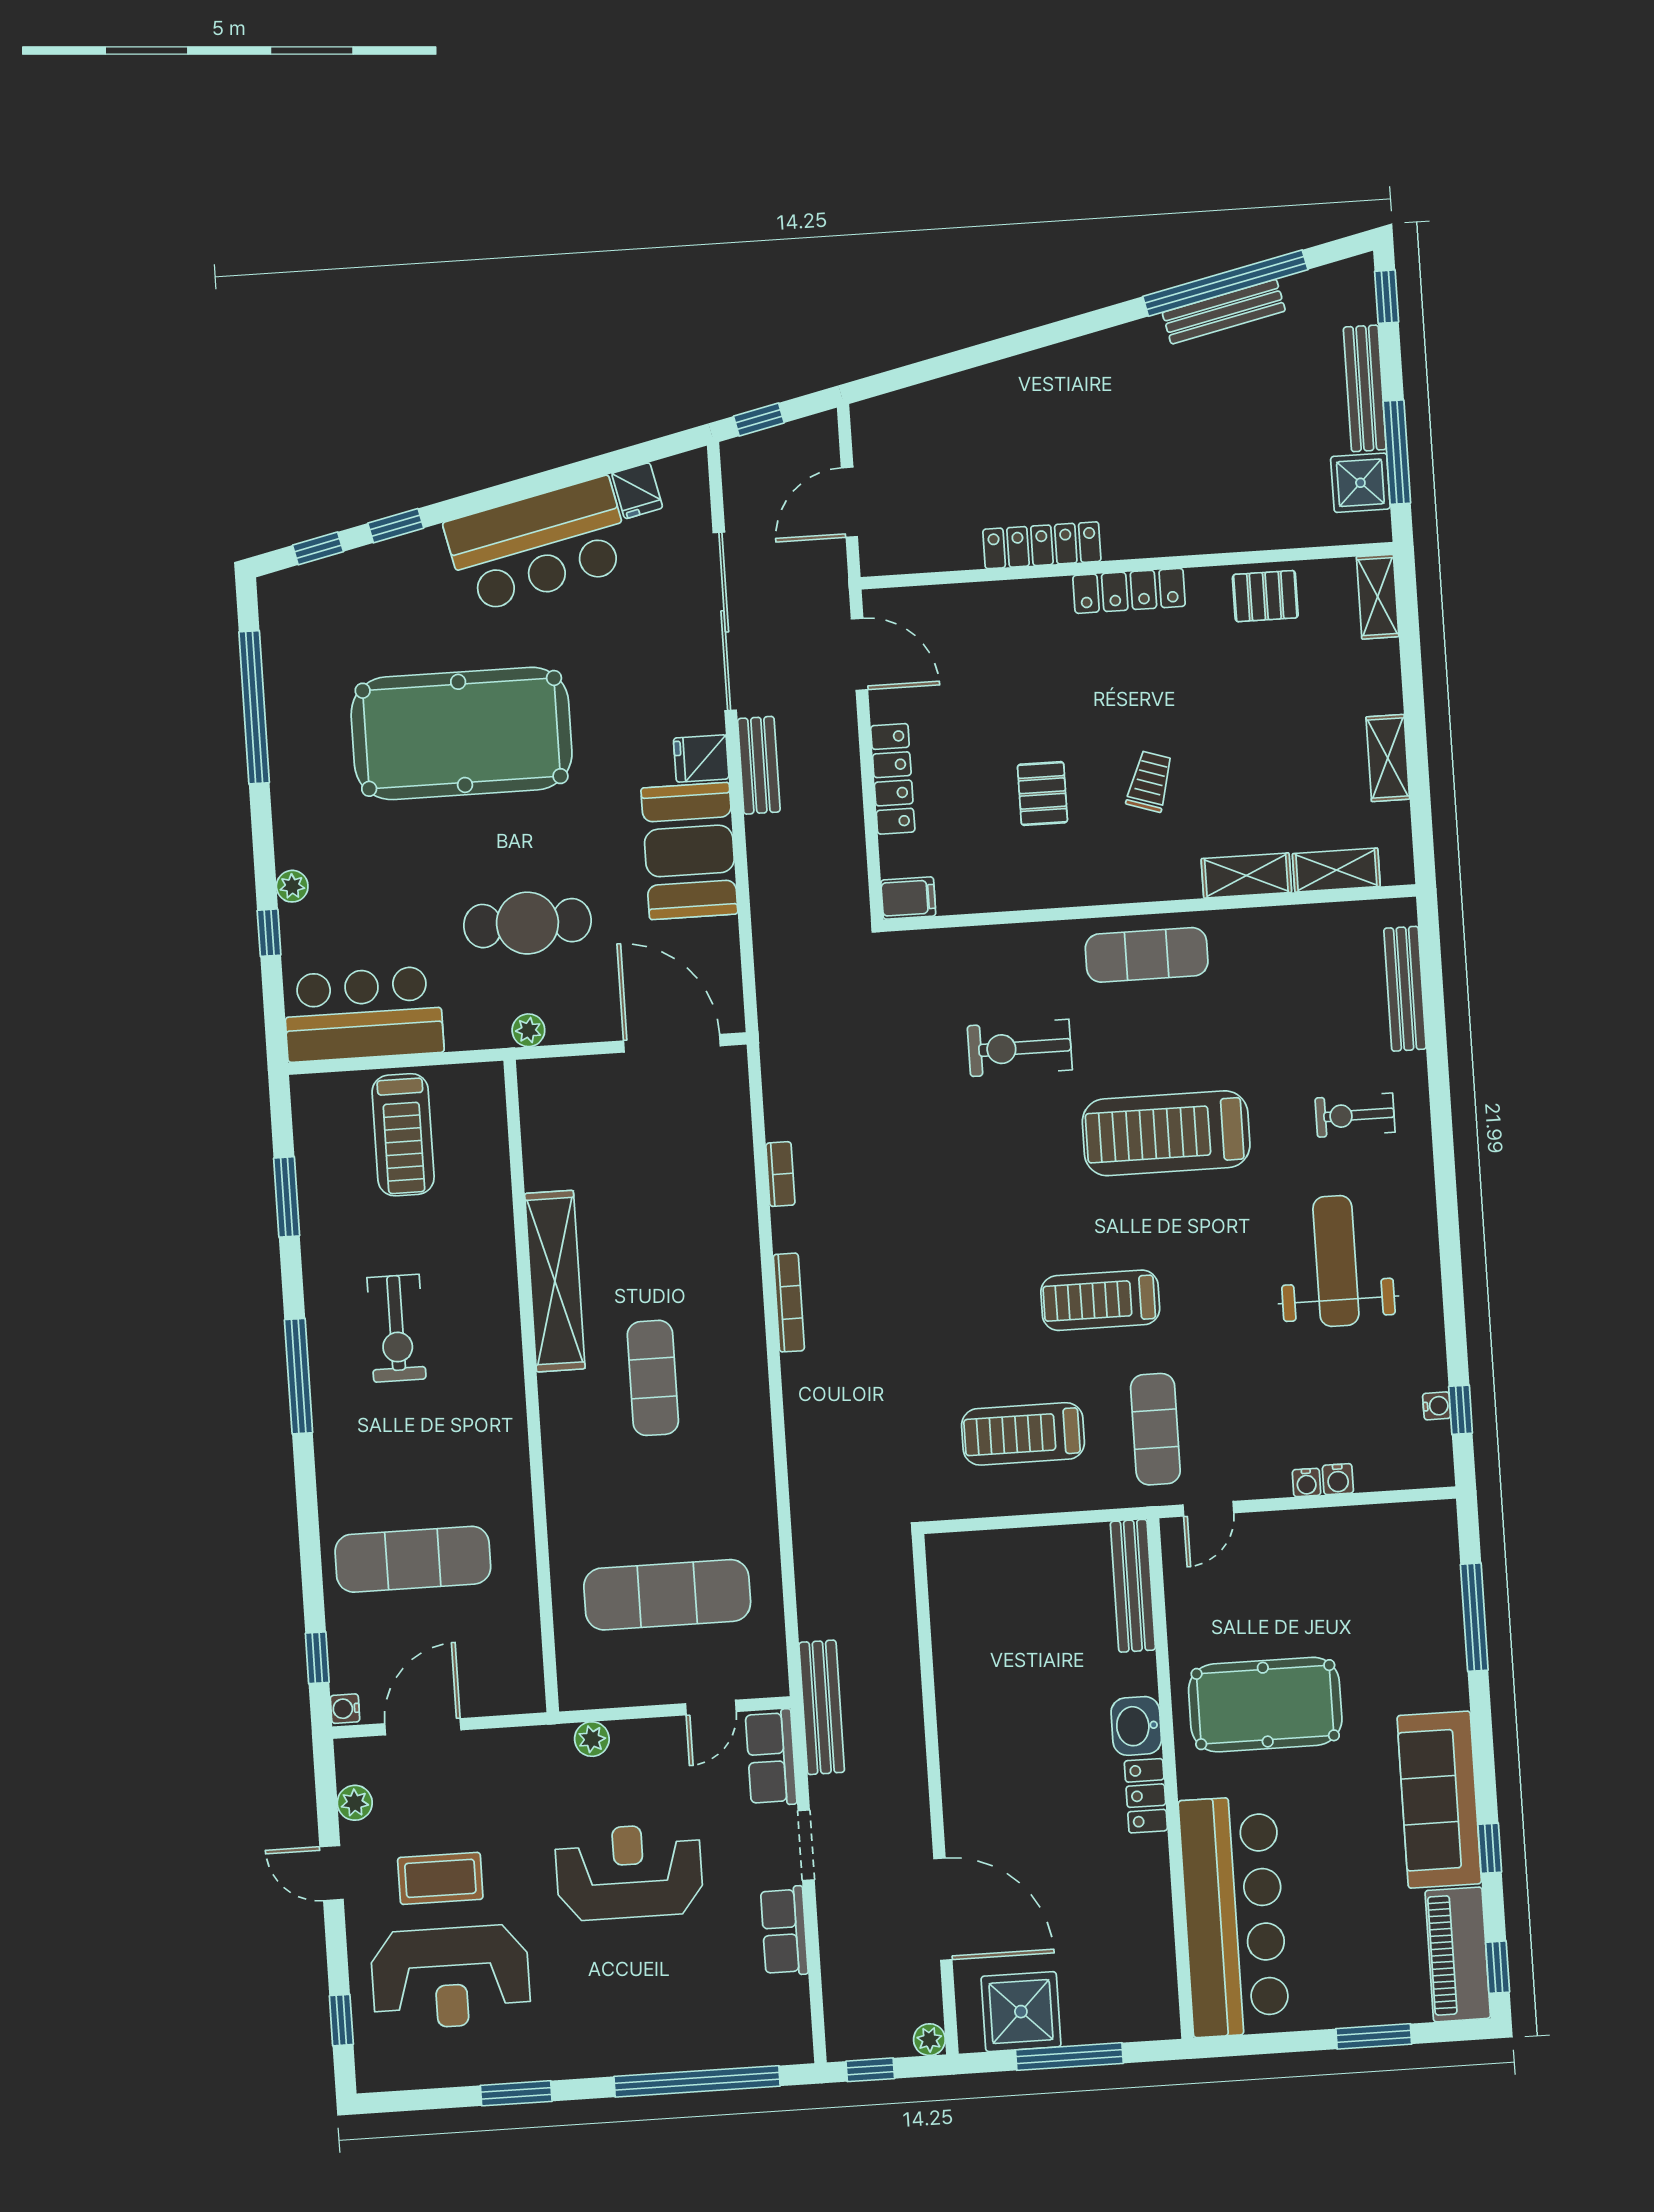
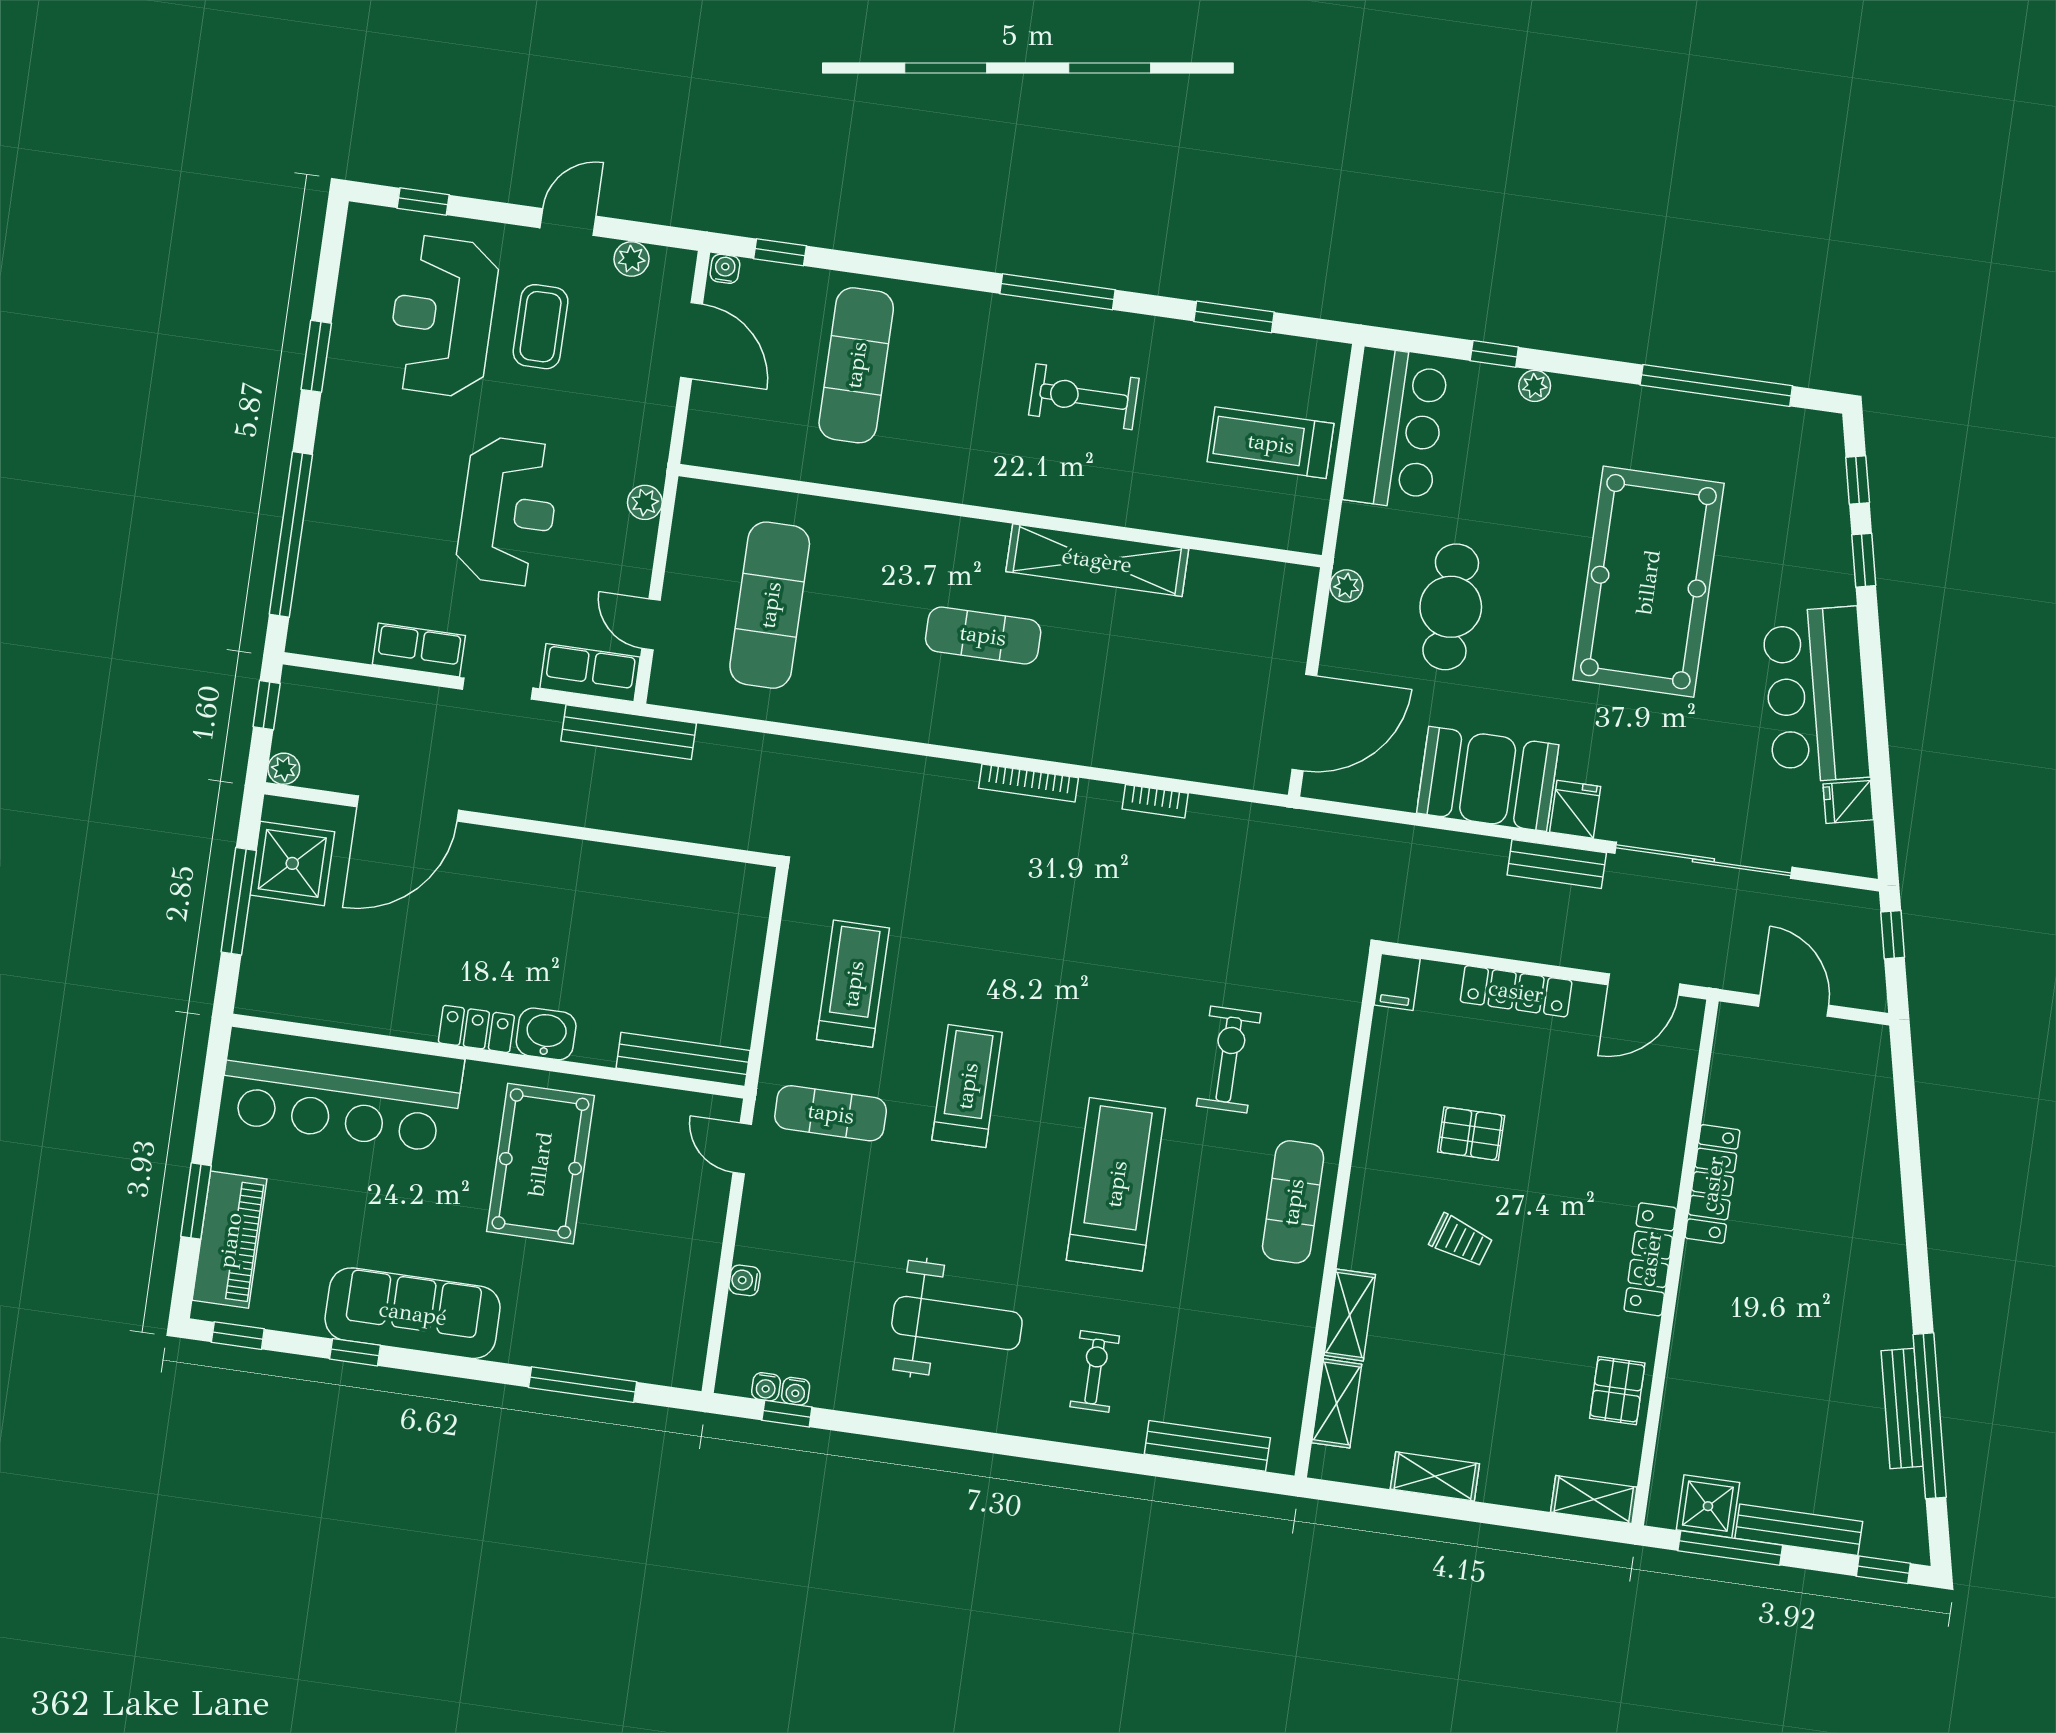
water cooler: (1306, 1483) -> (766, 1387), moved, turned -90
piano: (1458, 1954) -> (230, 1240), moved, turned 90

